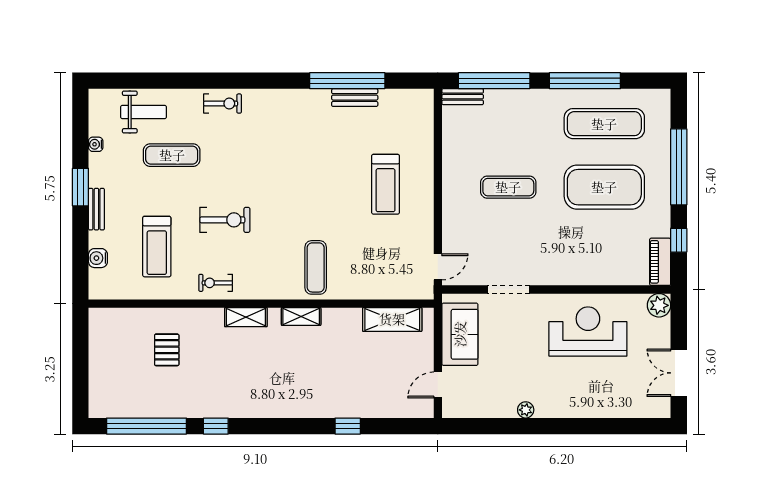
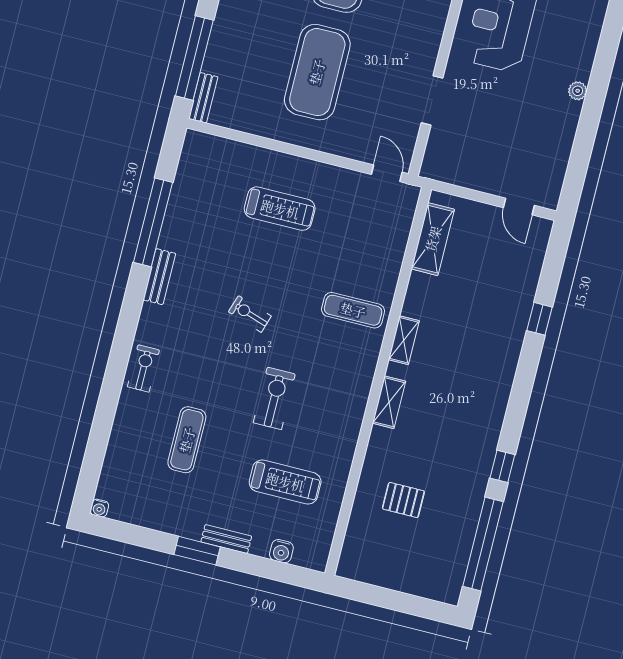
bench: (355, 98) -> (159, 277), moved
weight bench: (143, 112) -> (131, 459), removed
water cooler: (96, 144) -> (99, 508), moved
exercise mat: (508, 187) -> (317, 72), width x2.00, depth x1.45
exercise bike: (216, 283) -> (250, 314), moved, turned 108
sofa: (460, 334) -> (468, 168), removed
plant: (526, 410) -> (578, 91), moved

